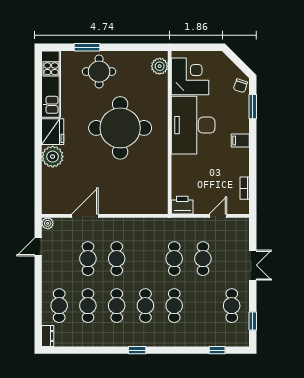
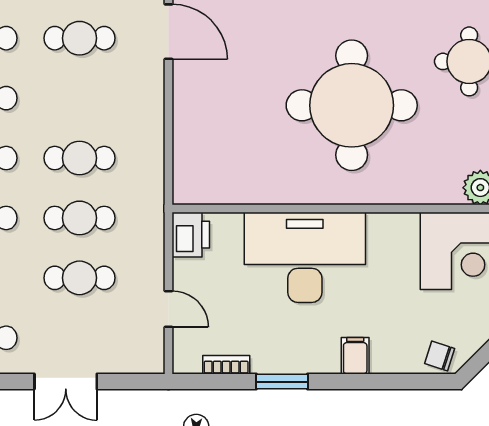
window: (253, 107) -> (282, 382), moved
desk: (193, 125) -> (305, 257), moved
filing cabinet: (240, 140) -> (355, 356), moved
cafe table: (117, 259) -> (79, 158), moved

